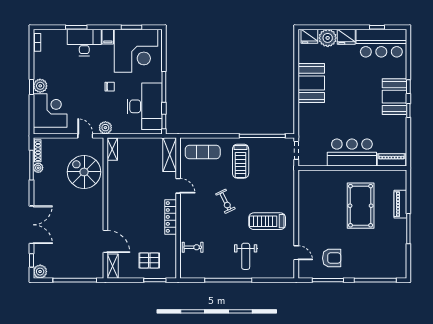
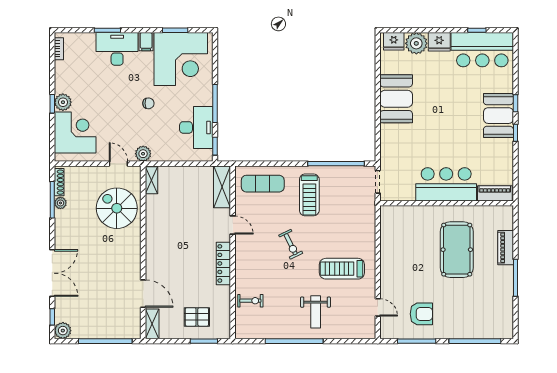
desk: (145, 106) -> (196, 127), width x0.73, depth x0.77

